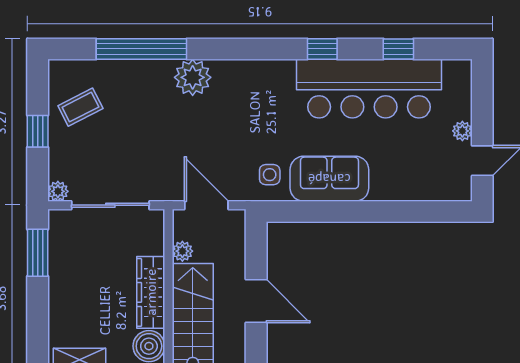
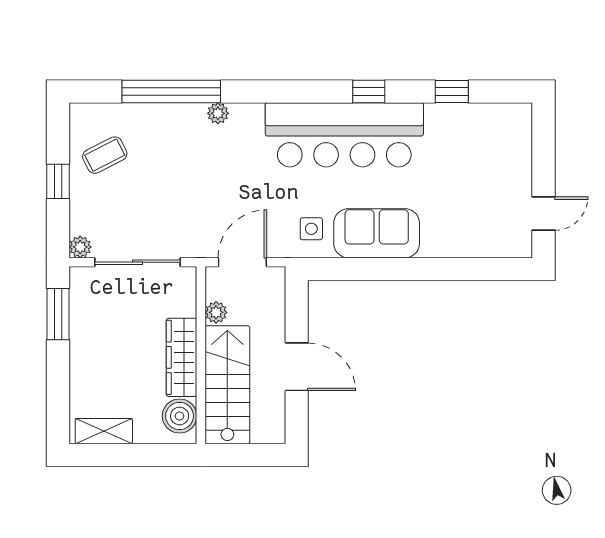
plant: (193, 77) -> (218, 113), width x0.53, depth x0.53
bar counter: (369, 89) -> (344, 135), moved
plant: (462, 131) -> (522, 181), removed
door: (206, 205) -> (242, 262), hinge flipped

